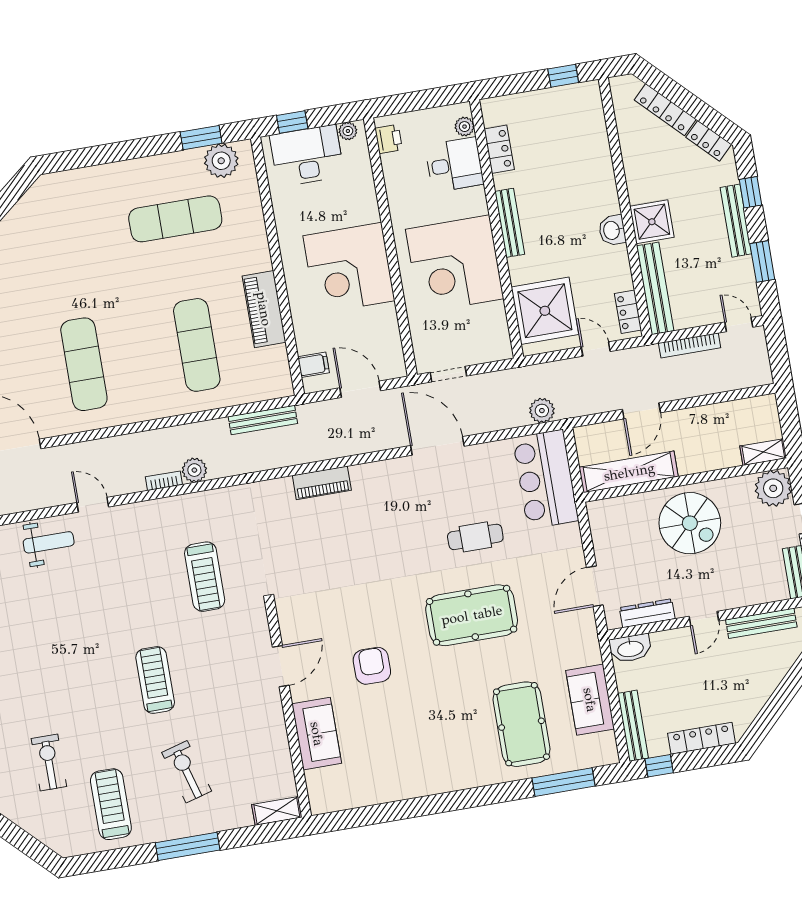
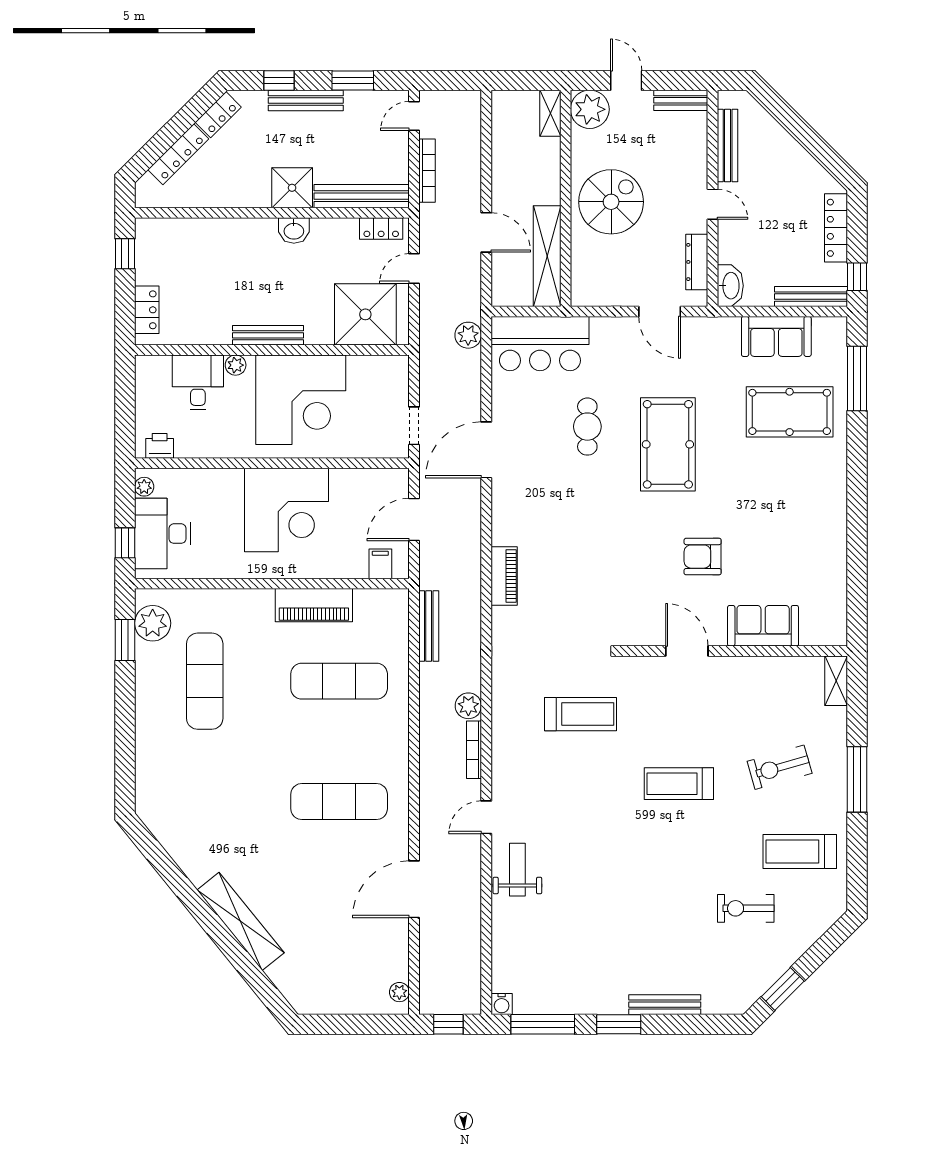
plant: (464, 127) -> (236, 365), moved
locker: (499, 149) -> (147, 310), moved, turned 90
bookcase: (164, 481) -> (474, 750), width x1.56

